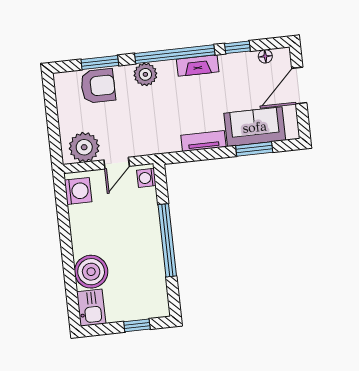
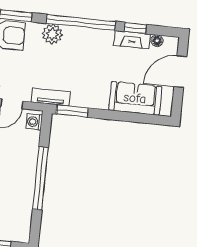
fireplace: (198, 66) -> (132, 40), moved
tv unit: (203, 141) -> (51, 97), moved
window: (254, 149) -> (72, 111), moved

